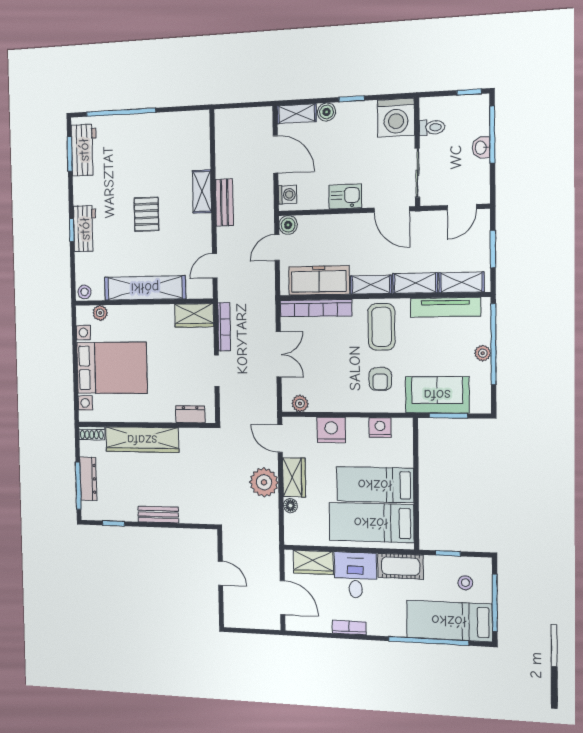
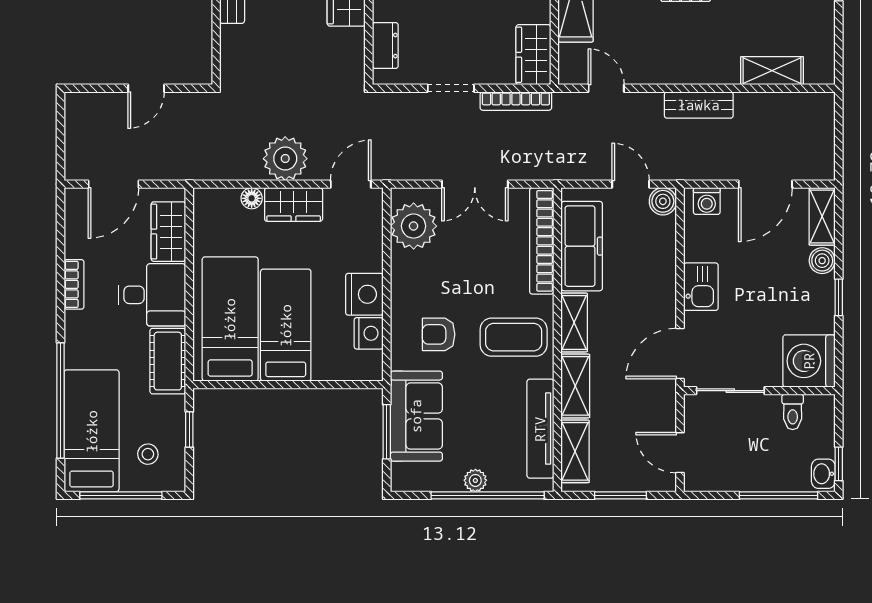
washbasin: (481, 148) -> (823, 474), moved, turned -90
shelving: (202, 192) -> (772, 71), moved
plant: (300, 403) -> (414, 226), width x1.88, depth x1.88
nightstand: (331, 430) -> (364, 294), moved

